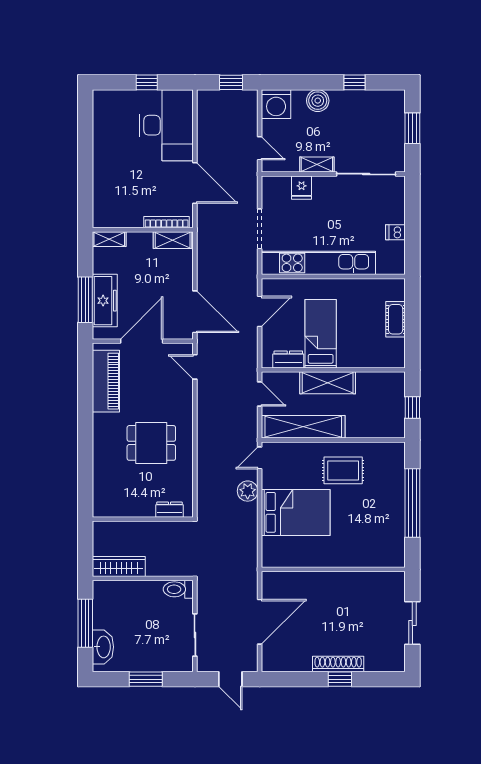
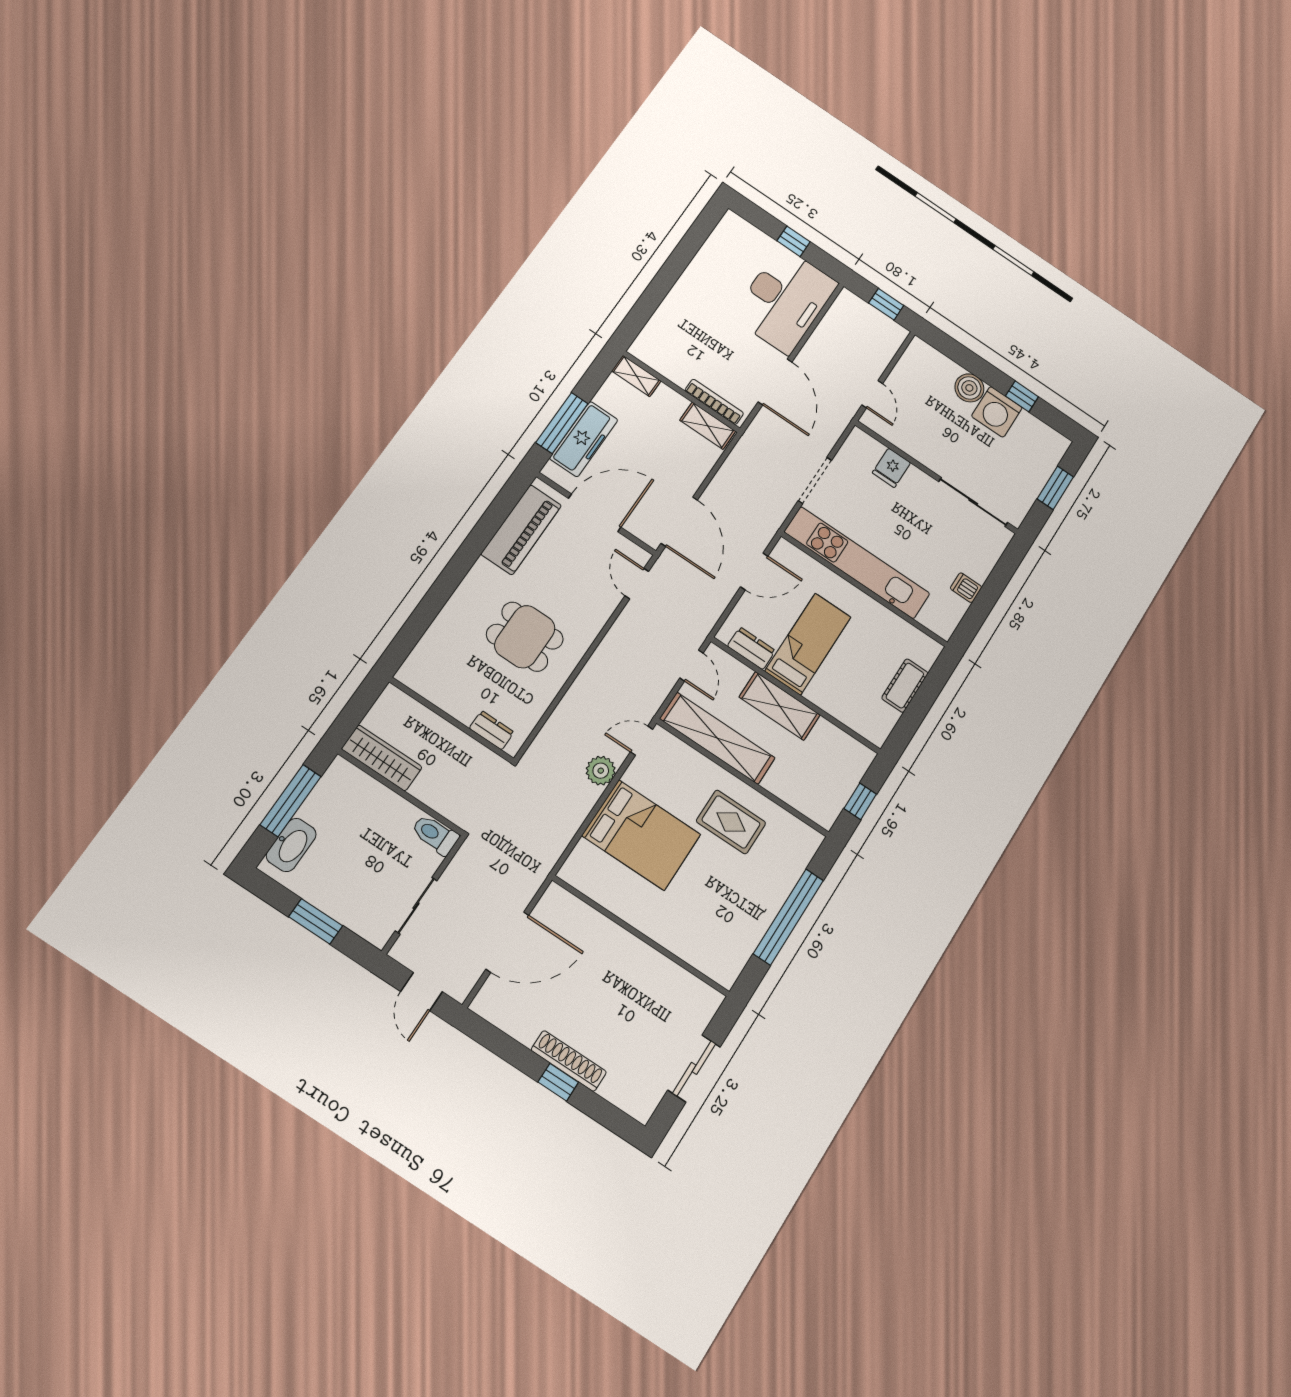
washing machine: (276, 104) -> (997, 412), moved
shelving: (317, 165) -> (925, 455), removed

